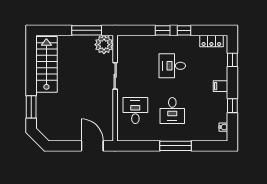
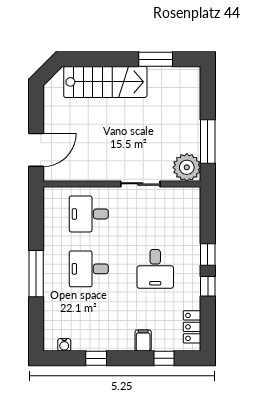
stairs: (46, 64) -> (105, 82), moved
desk: (172, 66) -> (155, 269), turned 180
filing cabinet: (221, 86) -> (143, 340), moved
window: (31, 107) -> (156, 59), moved
desk: (135, 111) -> (89, 214), turned 180

